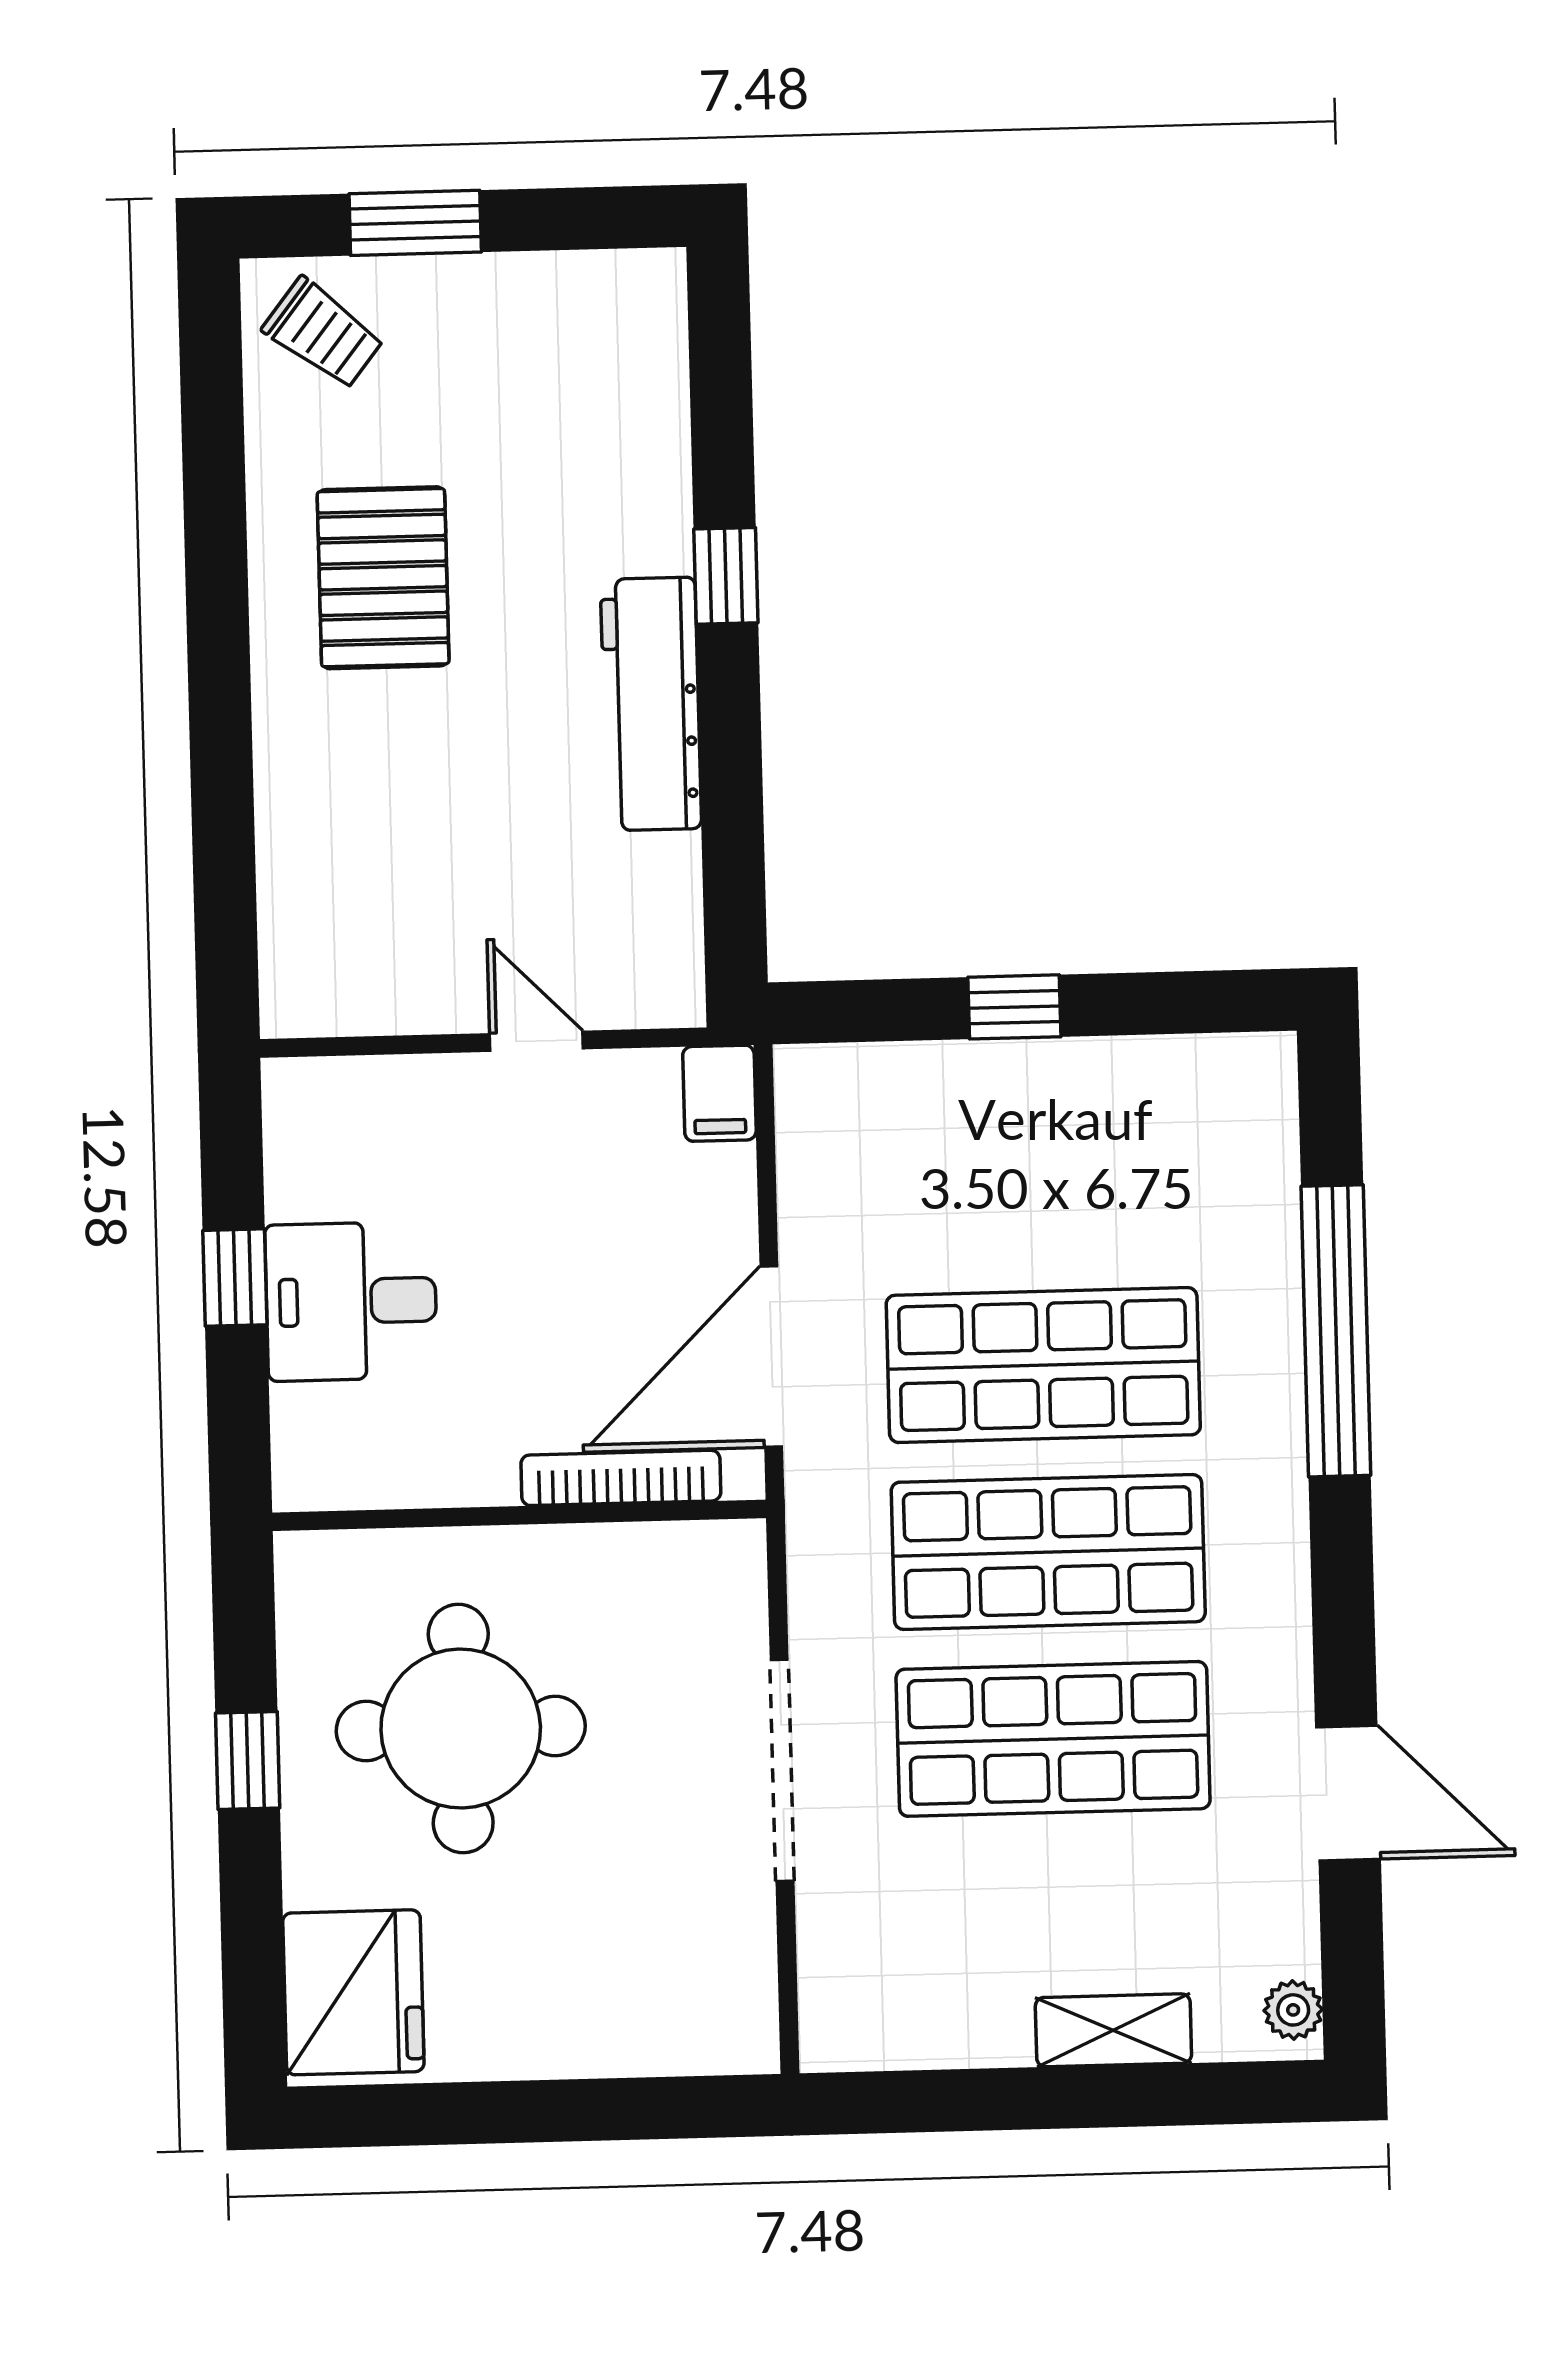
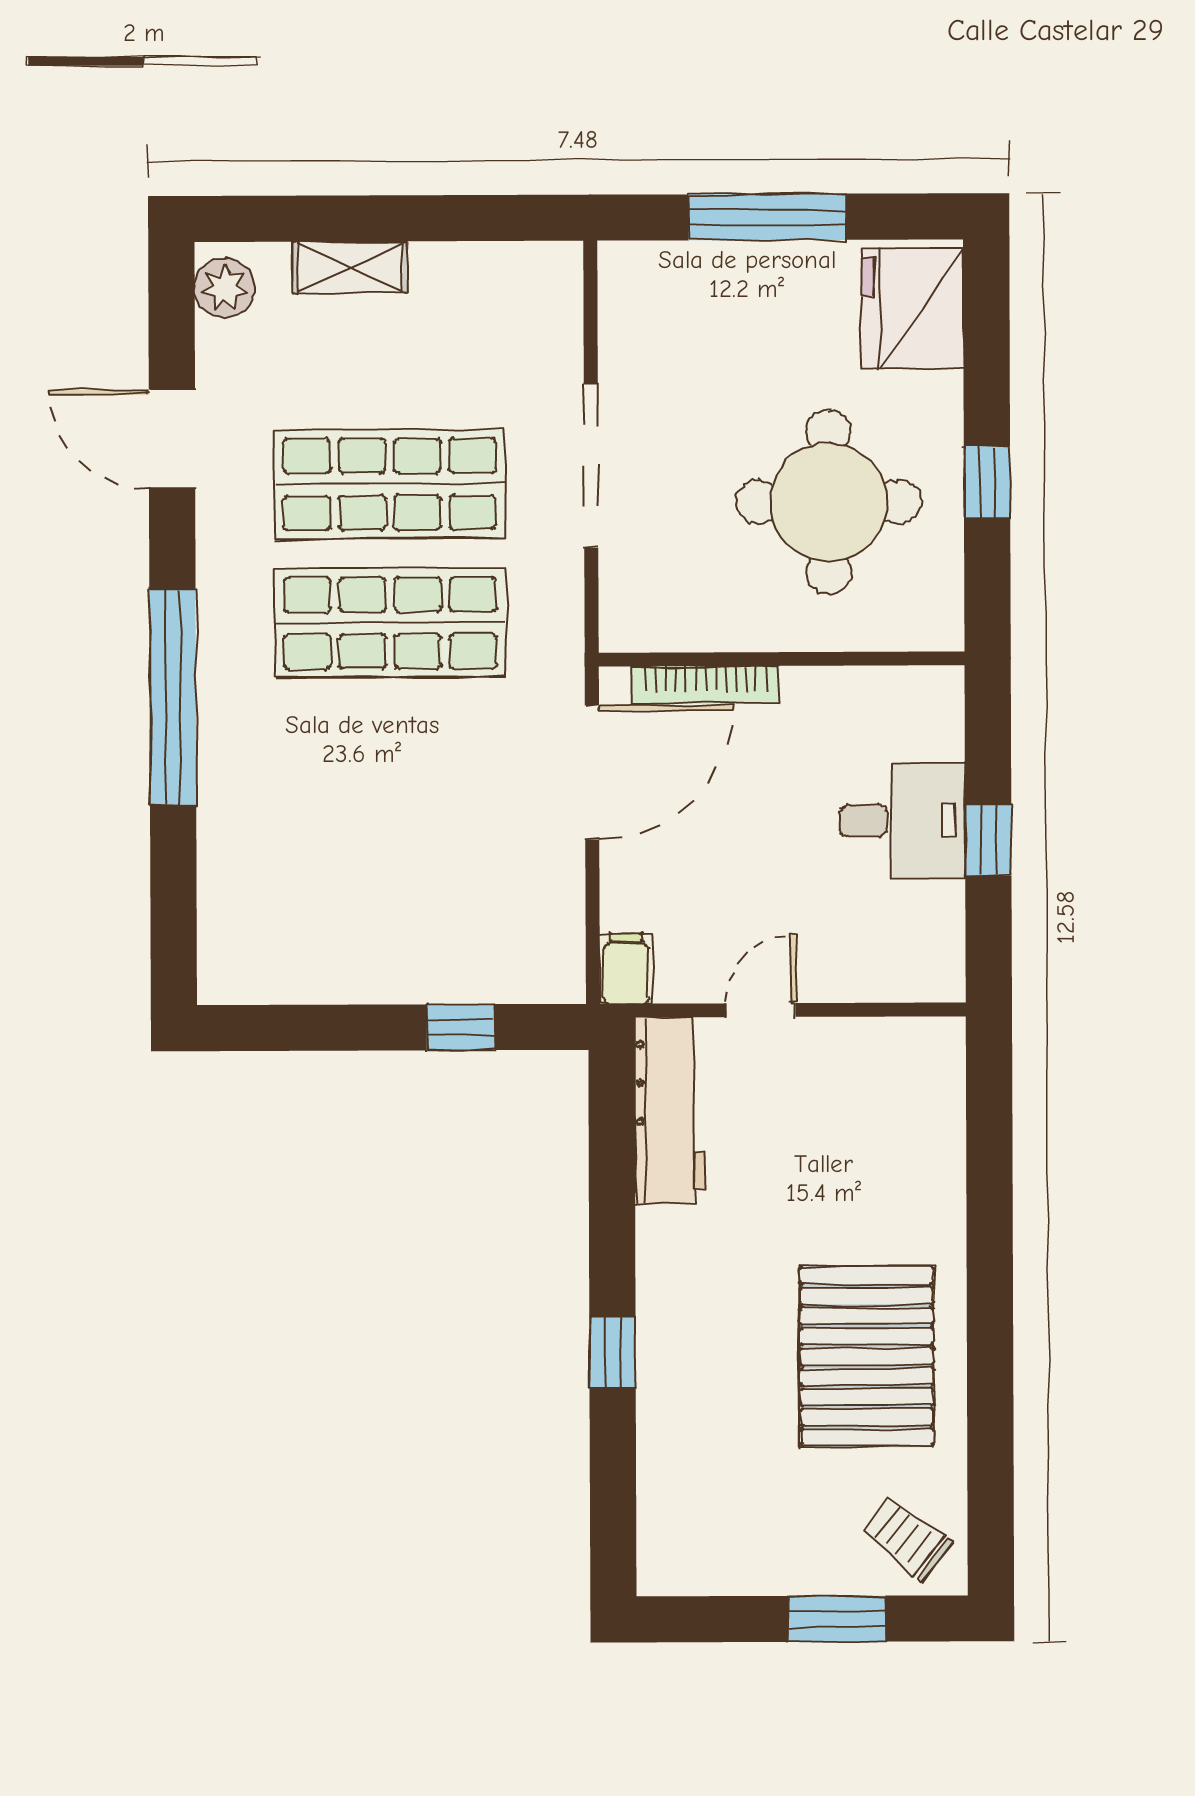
pallet: (383, 578) -> (867, 1356), width x1.37, depth x1.41
workbench: (651, 704) -> (670, 1111), moved
window: (1014, 1007) -> (461, 1027), moved
door: (536, 1041) -> (761, 1010), swing flipped
window: (1336, 1331) -> (173, 697), moved
shop shelf: (1043, 1365) -> (391, 762), removed
plant: (1293, 2010) -> (224, 288), width x1.38, depth x1.38
window: (552, 2111) -> (767, 217), added

